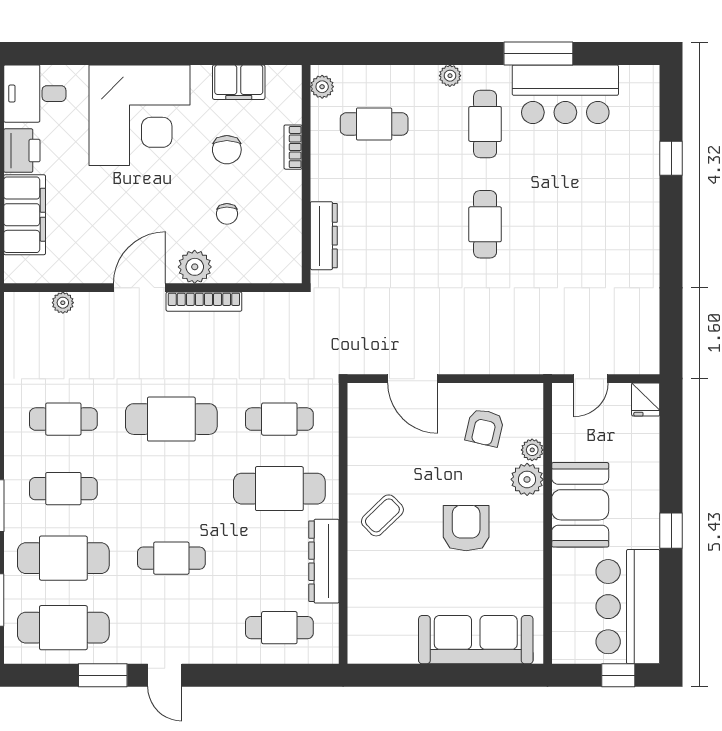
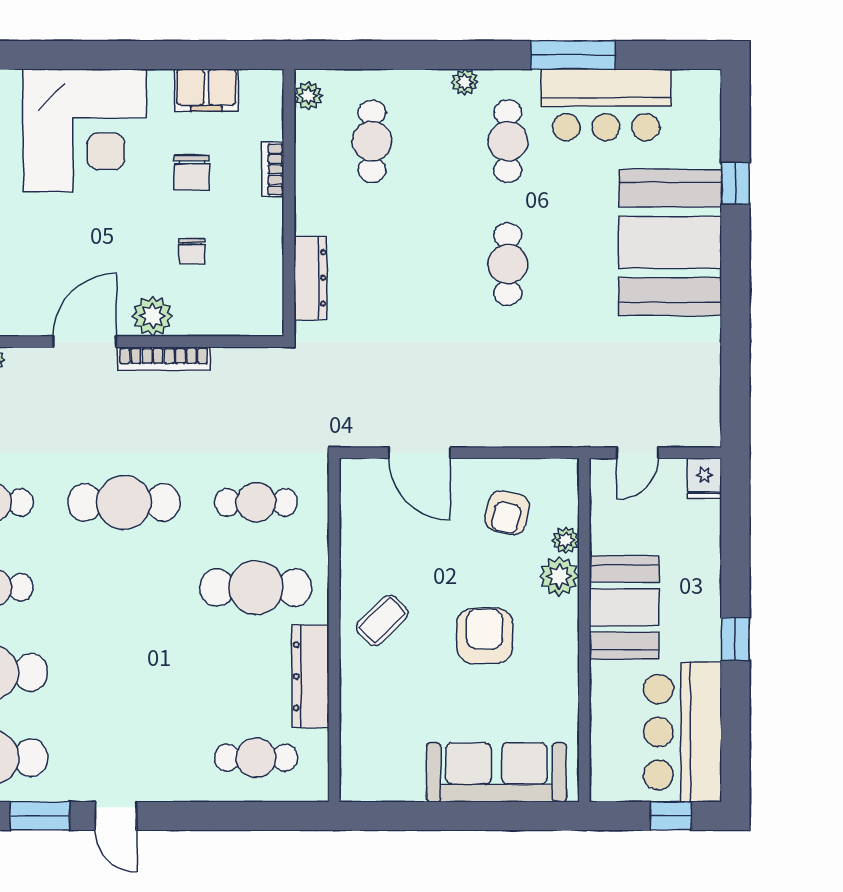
cafe table: (374, 124) -> (372, 141), turned 90
booth: (618, 207) -> (670, 242), added
cafe table: (171, 558) -> (124, 673), removed

